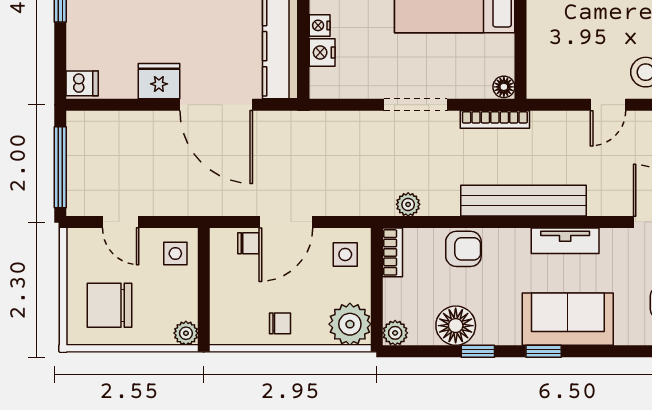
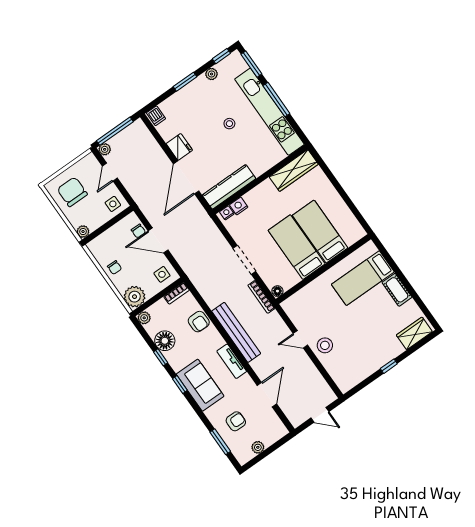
nightstand: (320, 25) -> (227, 213), moved
plant: (408, 204) -> (105, 149), moved

